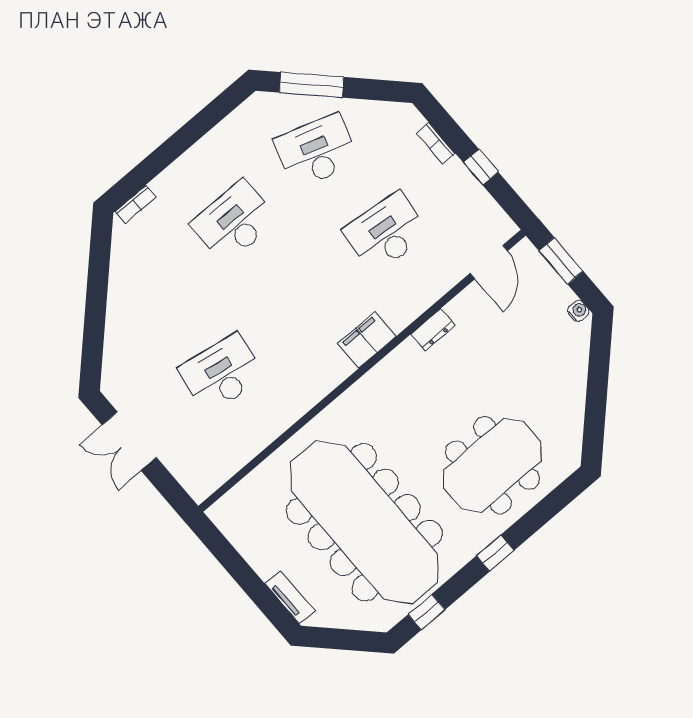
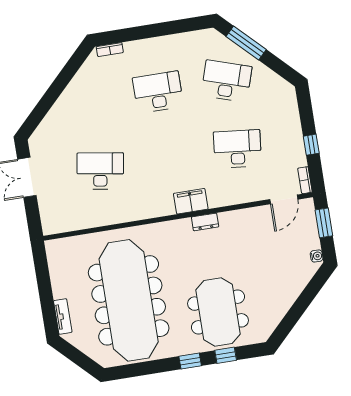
bookcase: (436, 143) -> (305, 180), moved
dresser: (433, 330) -> (205, 222), moved
meeting table: (493, 465) -> (218, 312), turned 90
window: (427, 612) -> (226, 355), moved

